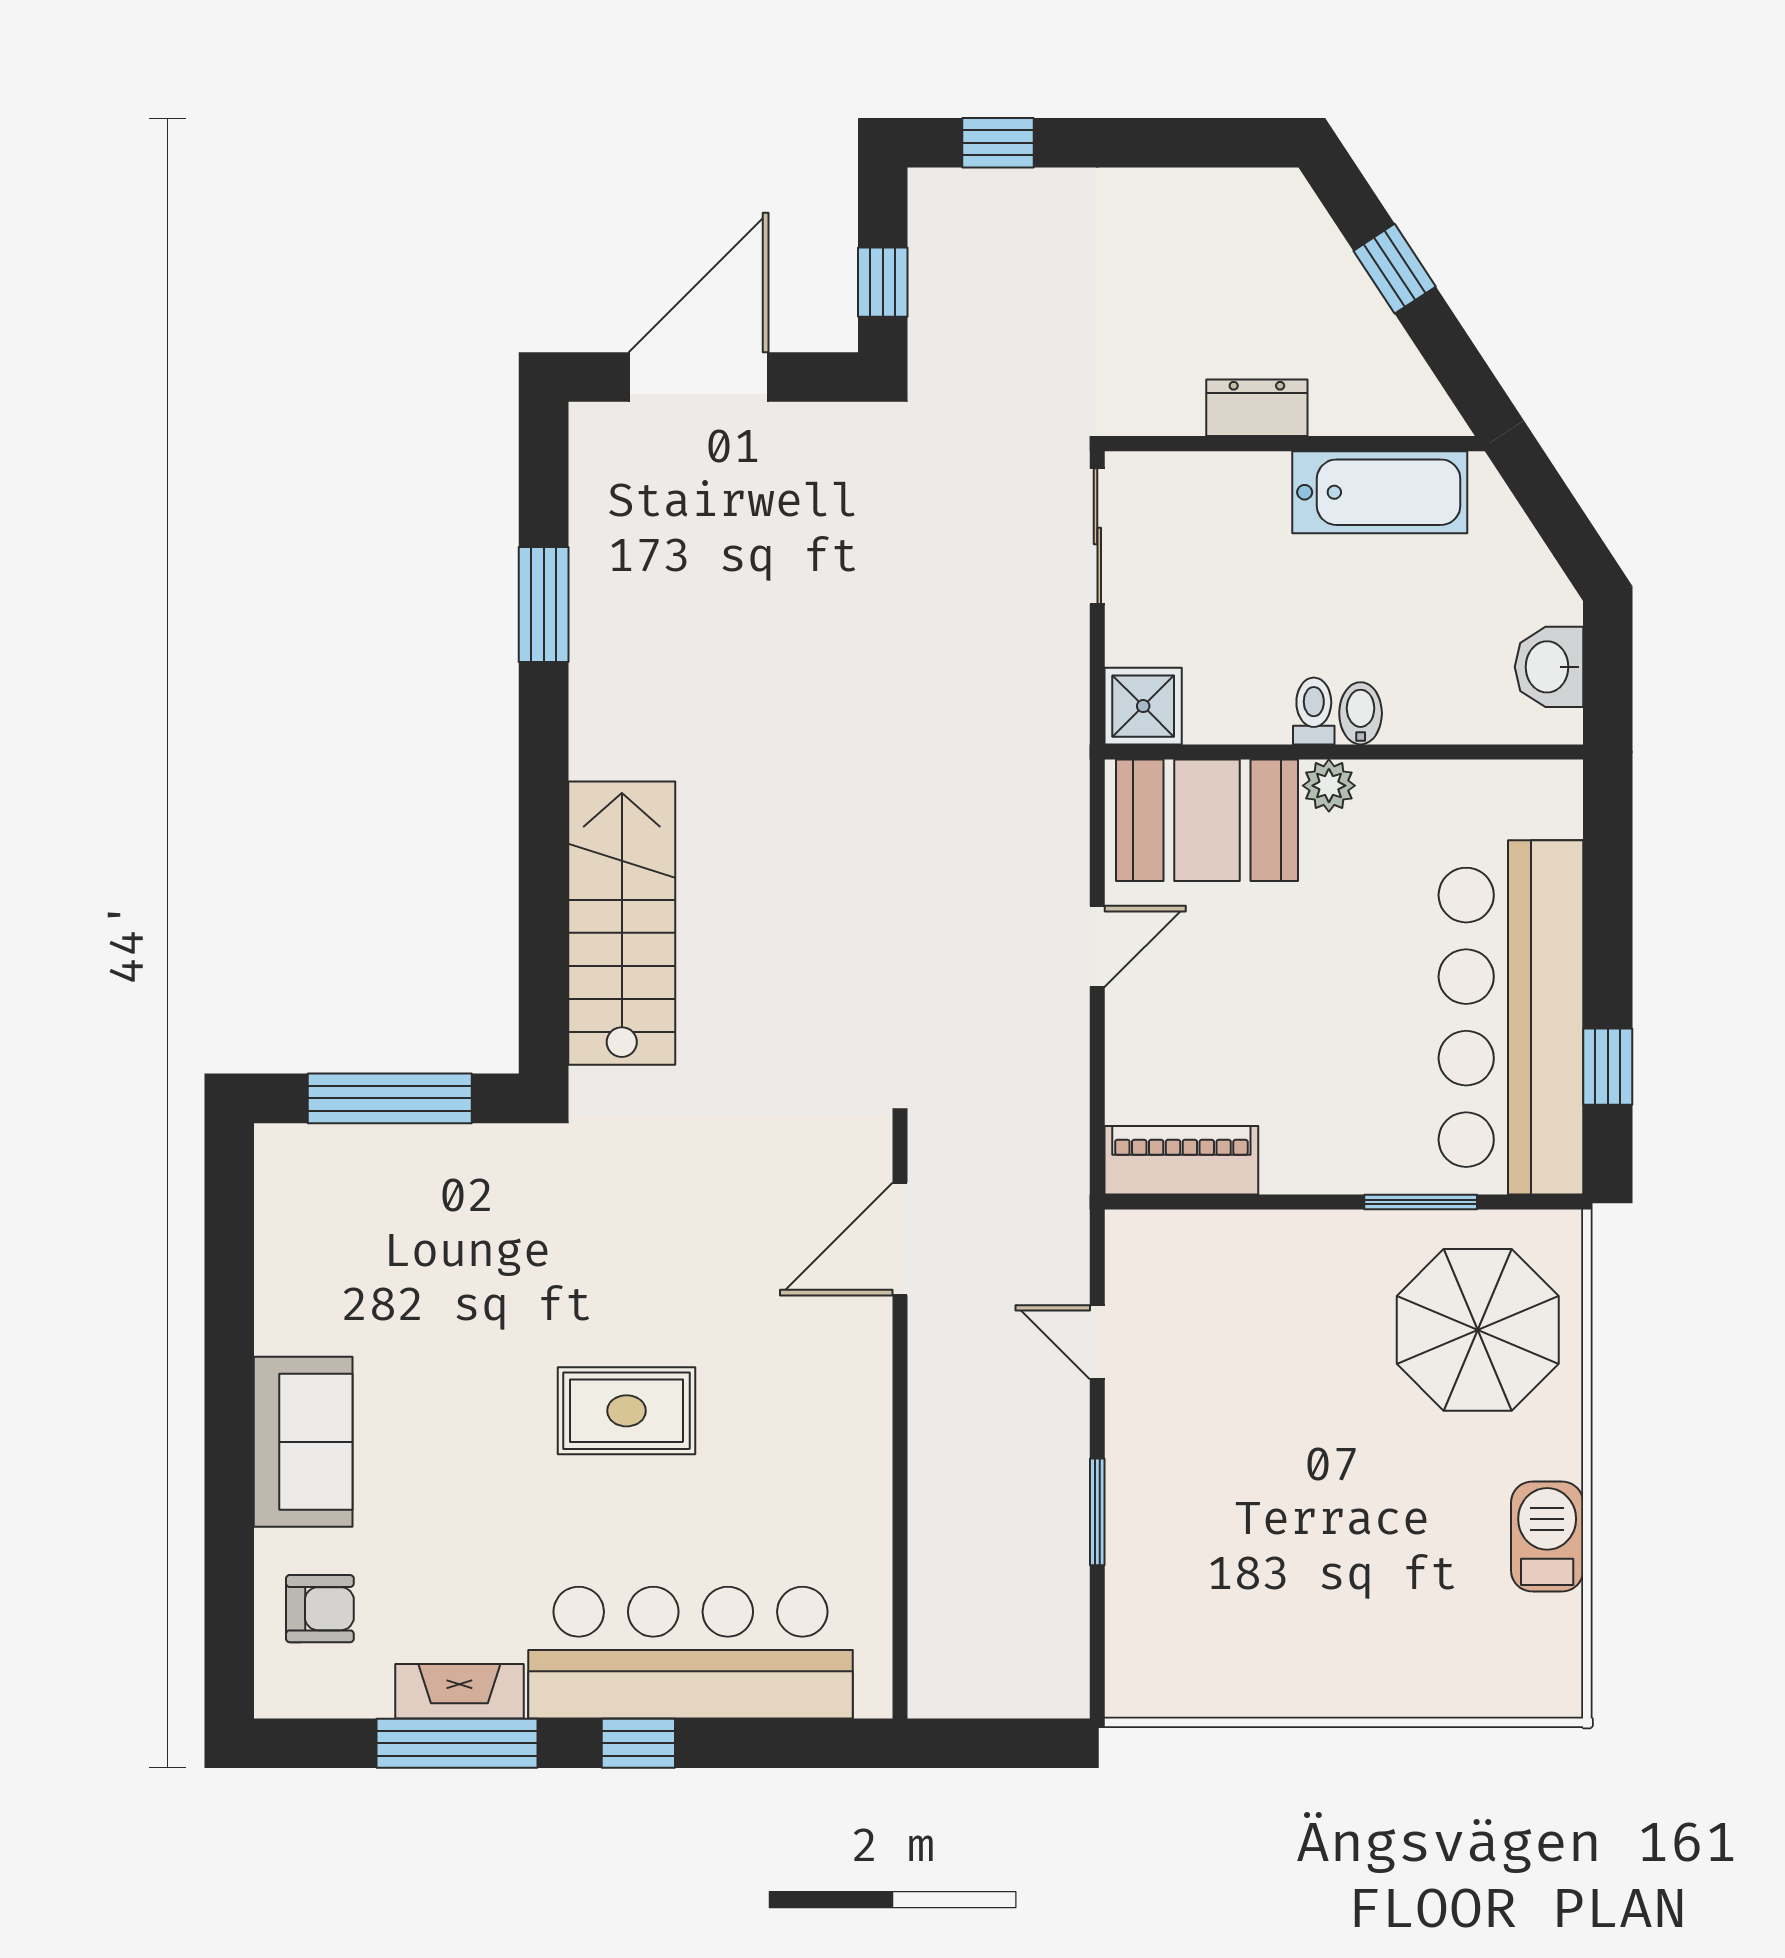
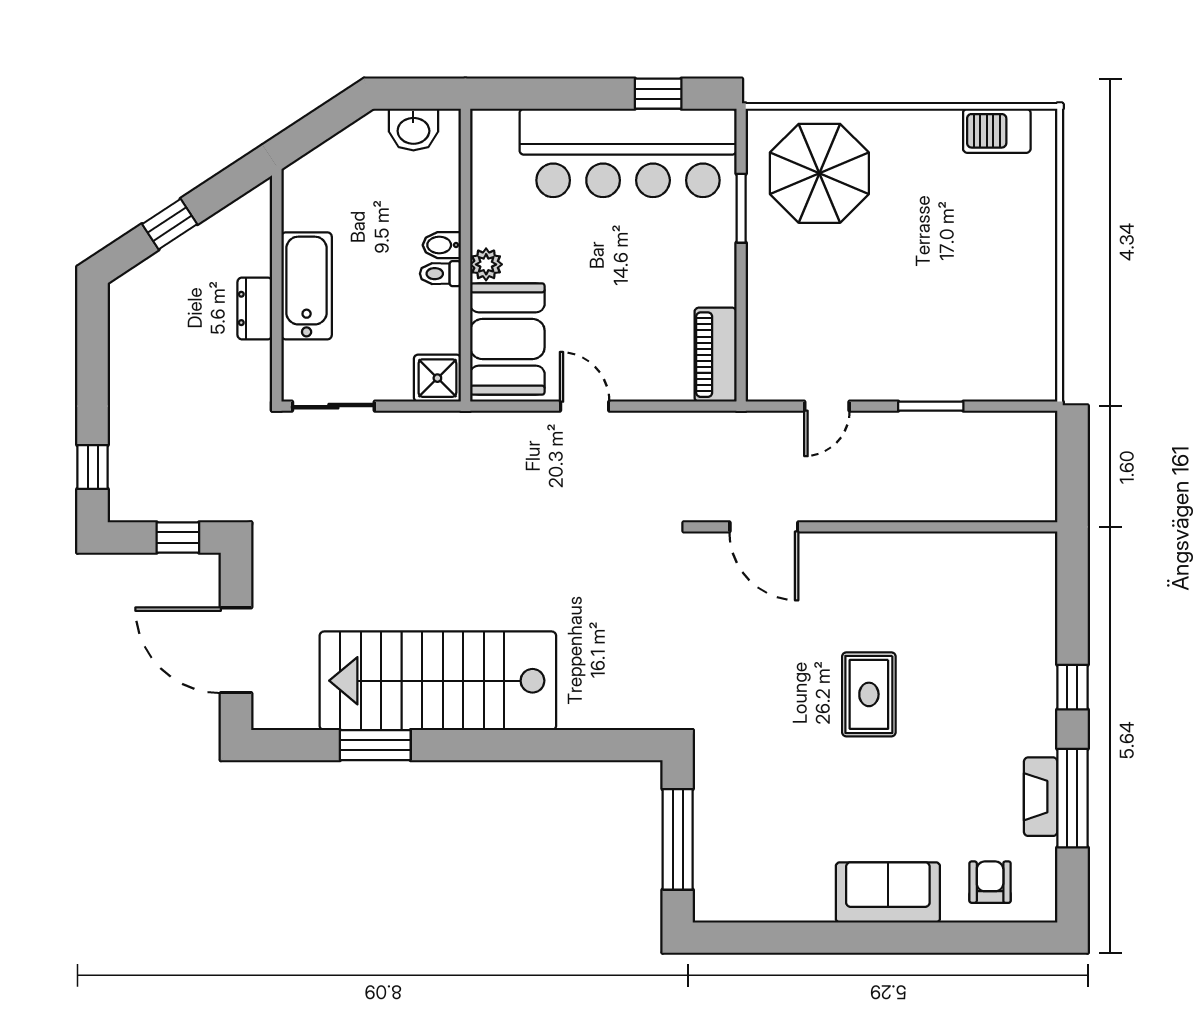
bathtub: (1380, 492) -> (307, 286), moved
stairs: (622, 923) -> (438, 681), moved, width x1.36, depth x1.51
barbecue: (1547, 1537) -> (997, 131), moved
bar counter: (691, 1653) -> (1017, 655), removed

